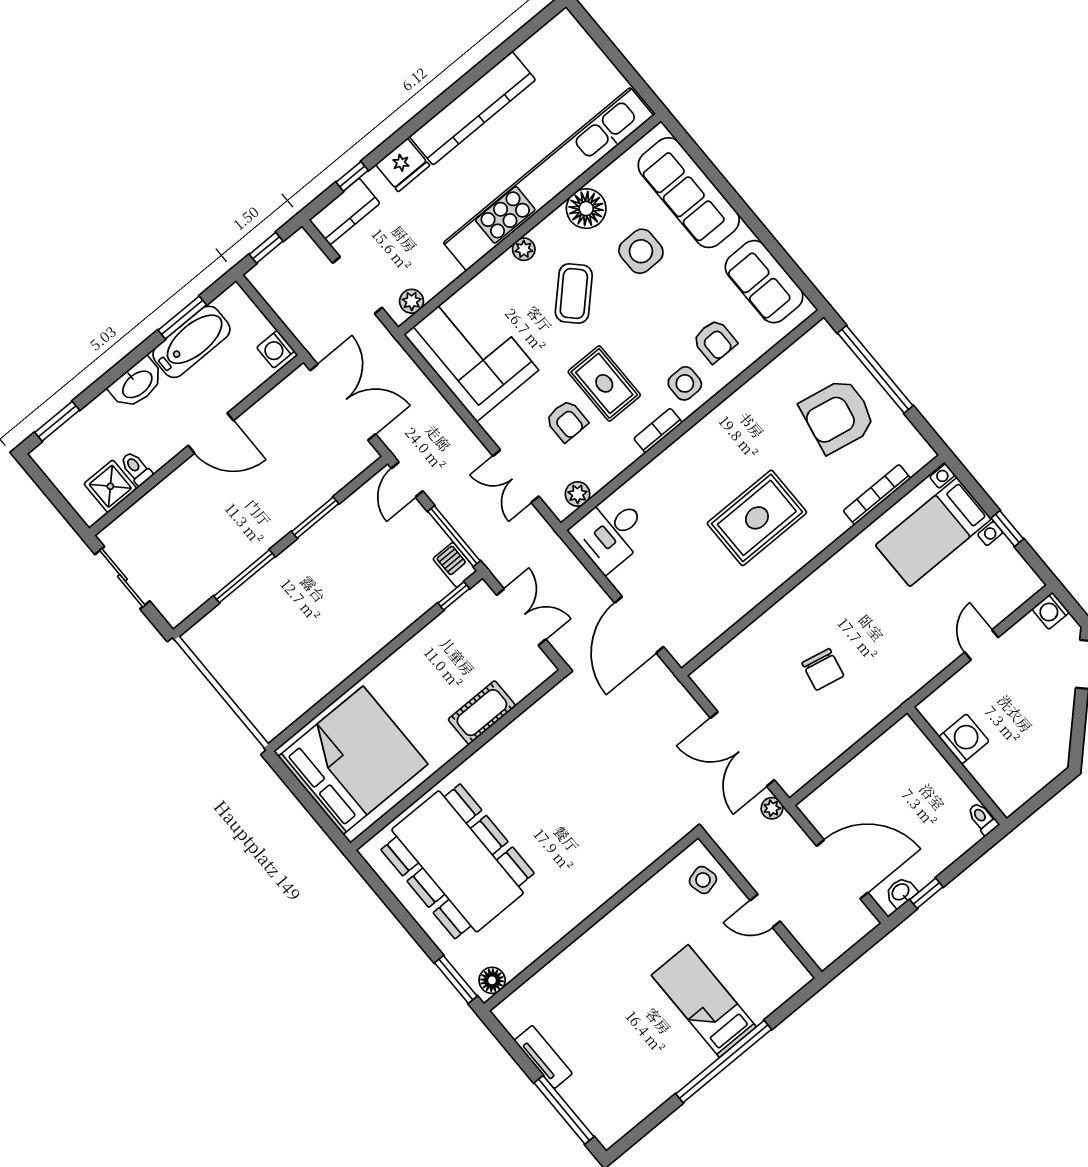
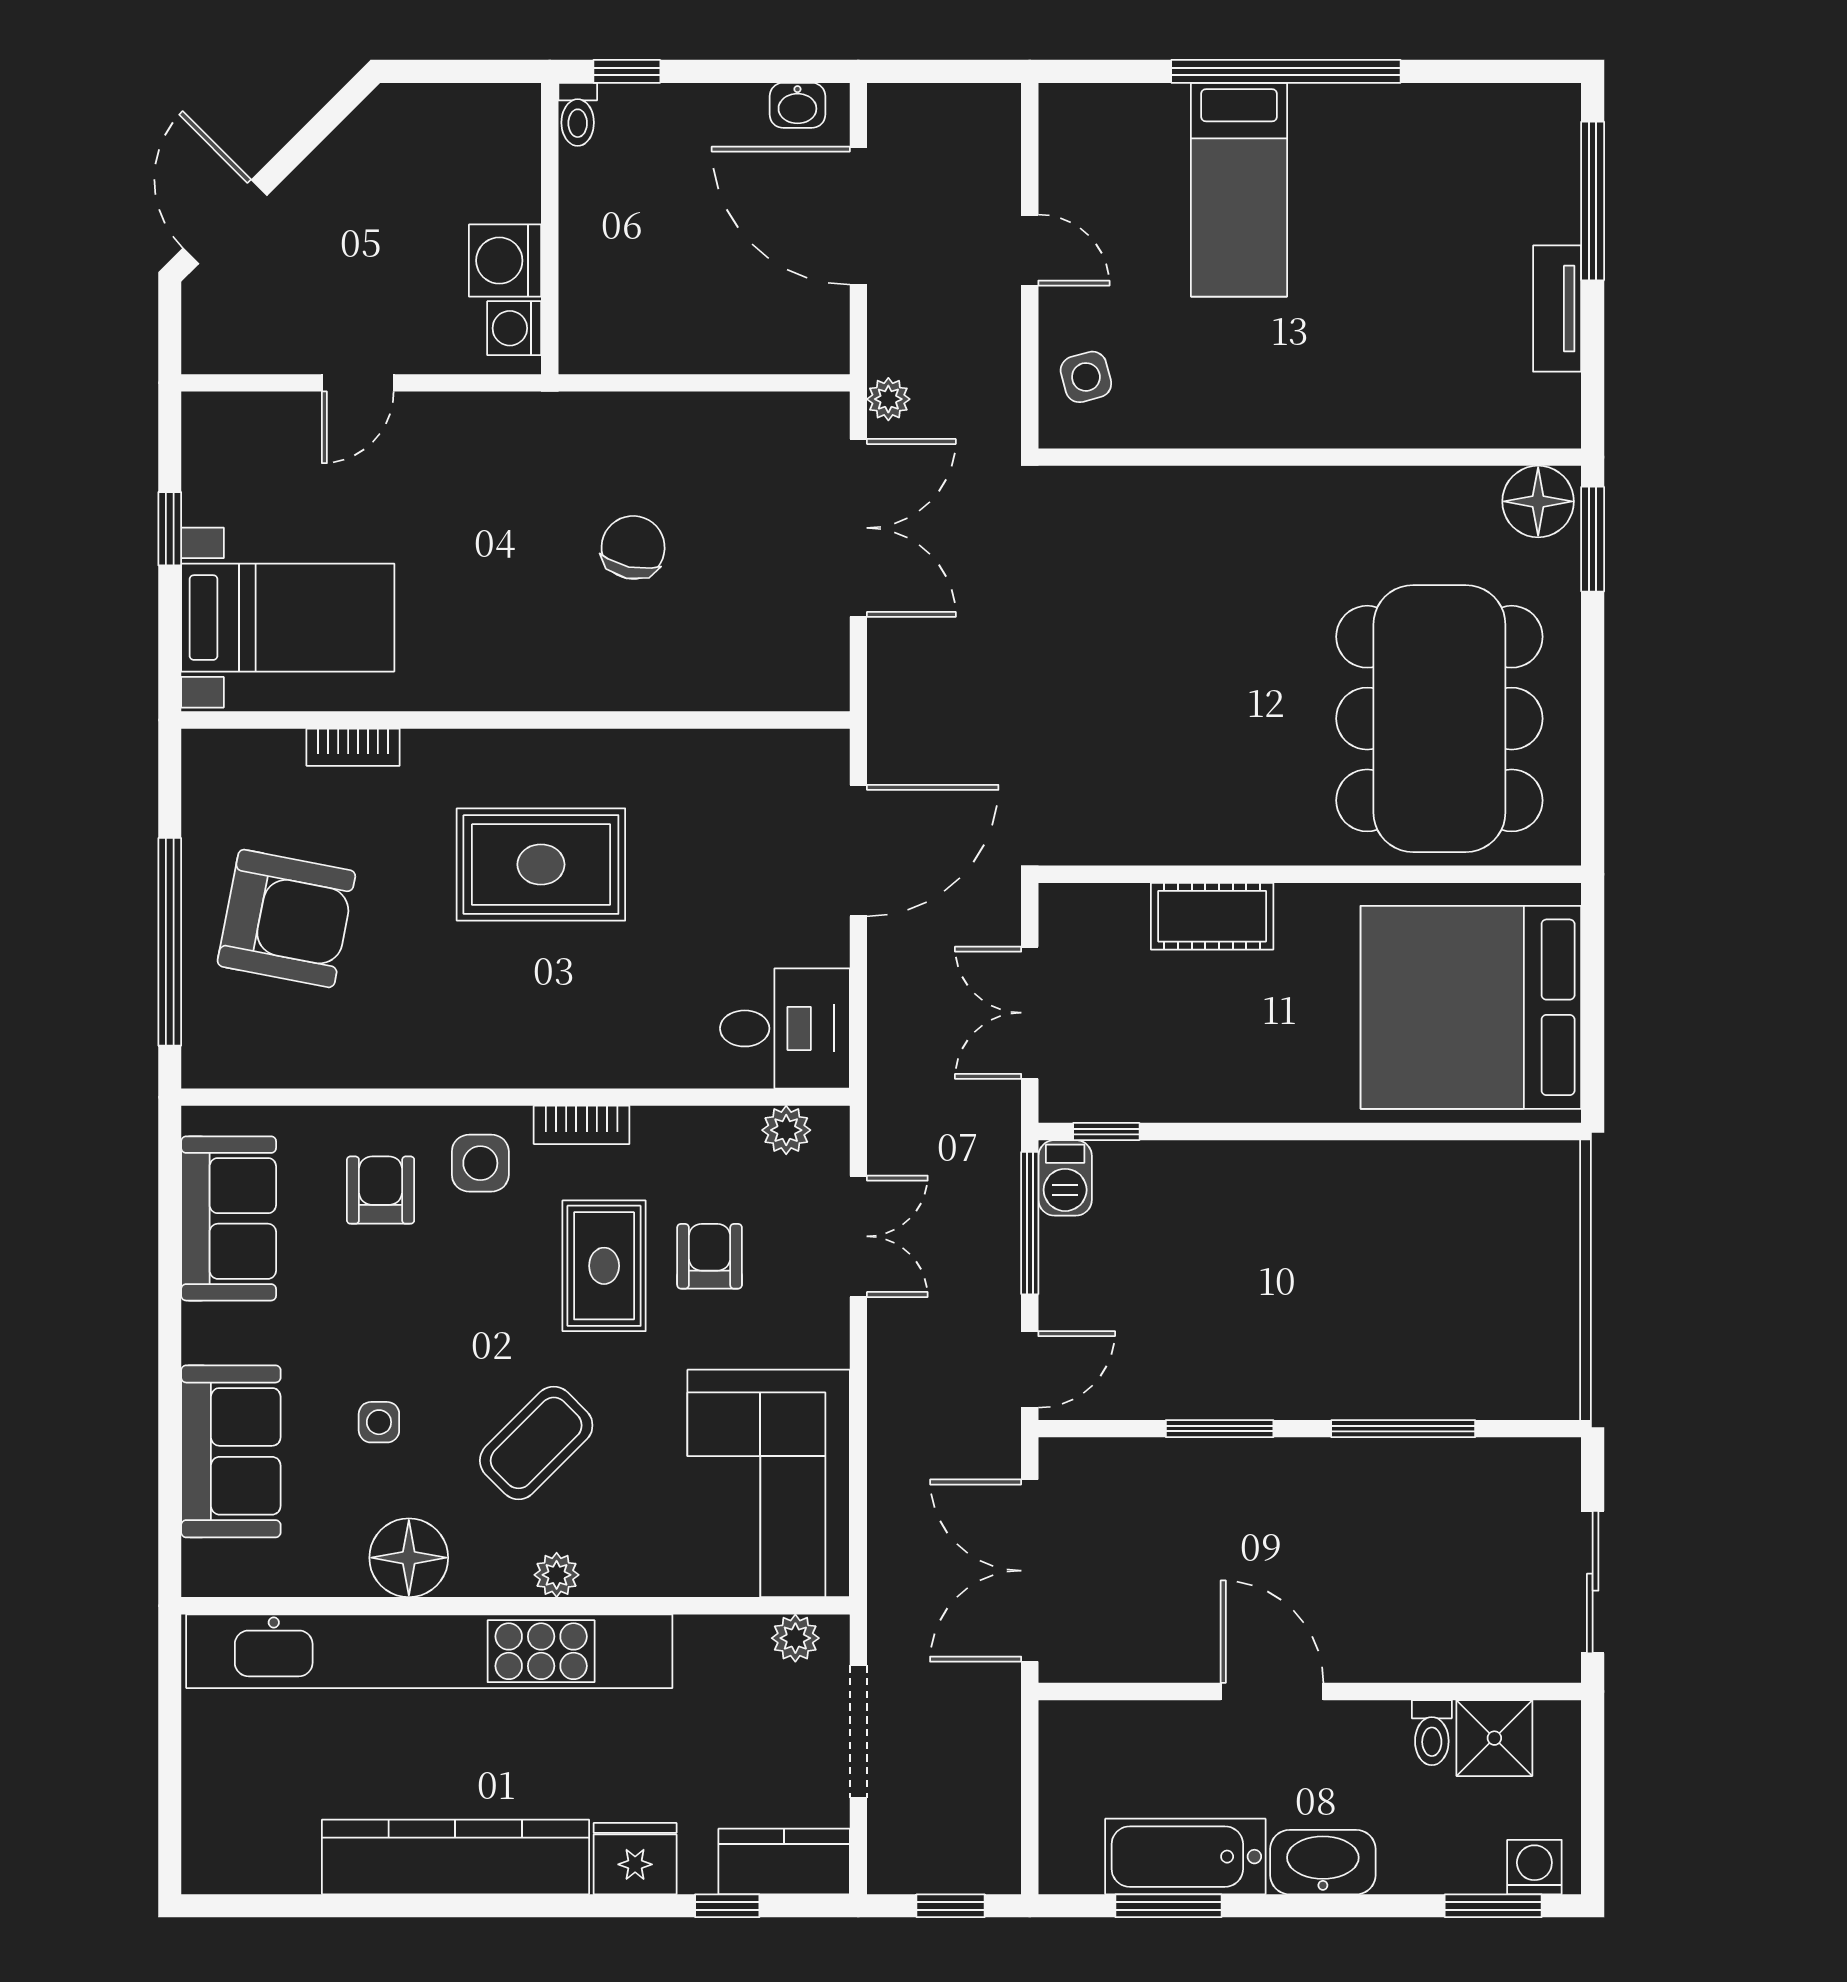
sofa: (689, 193) -> (231, 1451), width x0.73
side table: (641, 251) -> (379, 1422), width x0.54, depth x0.54
washing machine: (276, 349) -> (1534, 1867), moved, turned -90
bookcase: (877, 495) -> (353, 747), width x0.64
washing machine: (1051, 611) -> (514, 328), moved, turned 180
window: (926, 893) -> (627, 71), moved
floor lamp: (492, 980) -> (1538, 501), width x1.38, depth x1.38

